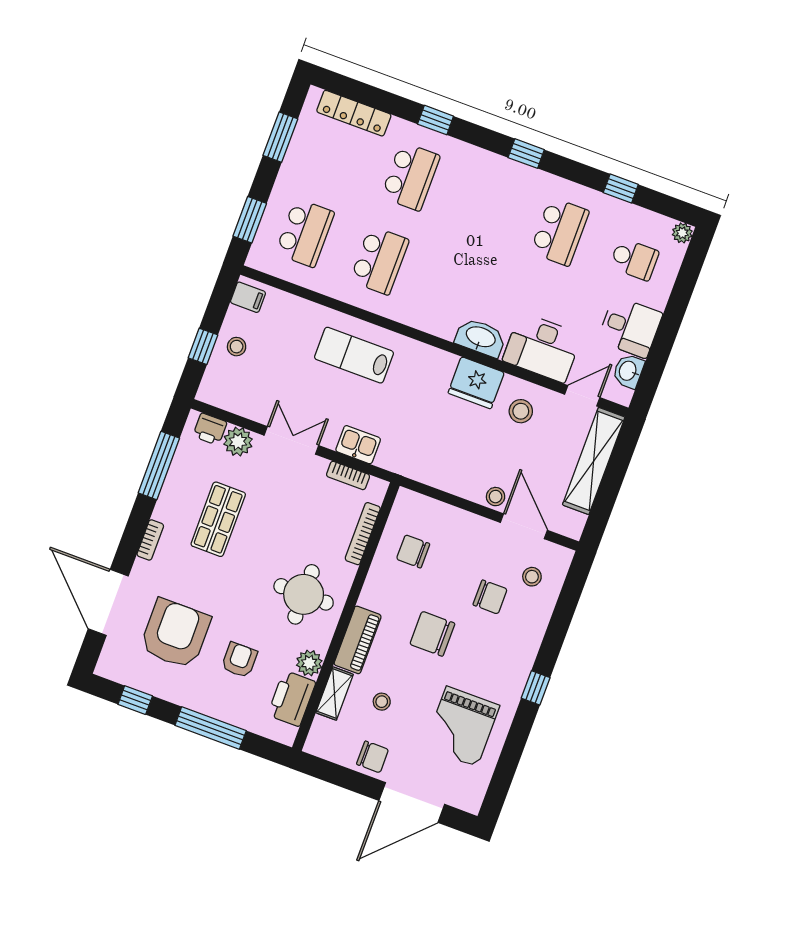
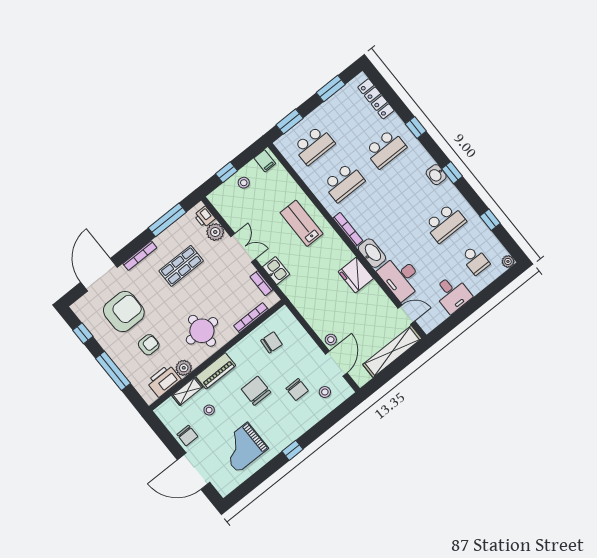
bookcase: (426, 324) -> (348, 229), added
washbasin: (628, 371) -> (436, 175), moved, turned -90
stool: (521, 411) -> (370, 303), removed
bookcase: (150, 540) -> (140, 256), width x1.56
chair: (413, 551) -> (271, 342), turned 95

